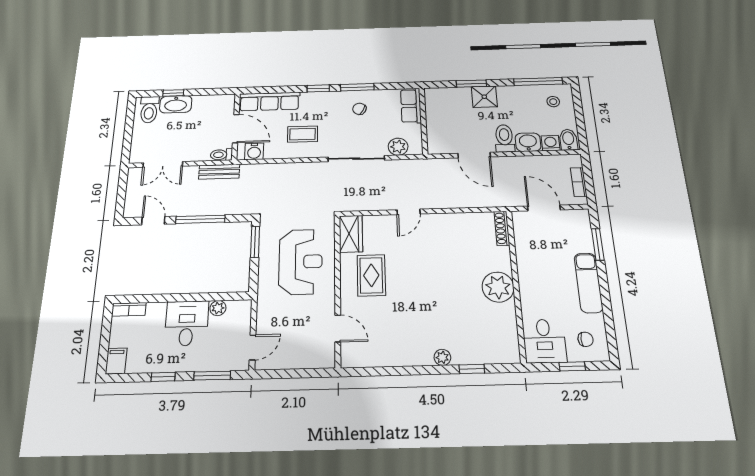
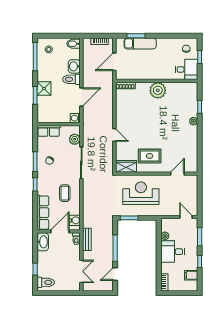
washbasin: (176, 104) -> (43, 242), moved
washing machine: (551, 143) -> (75, 118), moved
exam couch: (588, 283) -> (140, 43), moved
filing cabinet: (116, 361) -> (191, 275), moved

